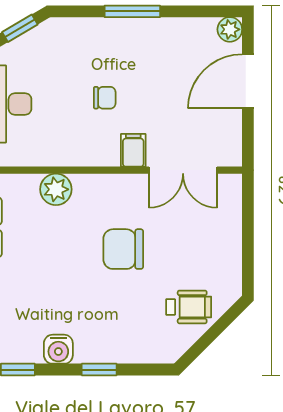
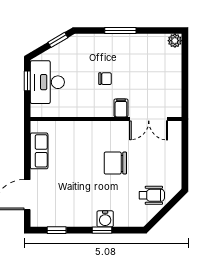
door: (248, 81) -> (185, 70), removed
plant: (56, 189) -> (78, 130), removed
water cooler: (58, 349) -> (105, 219), moved

